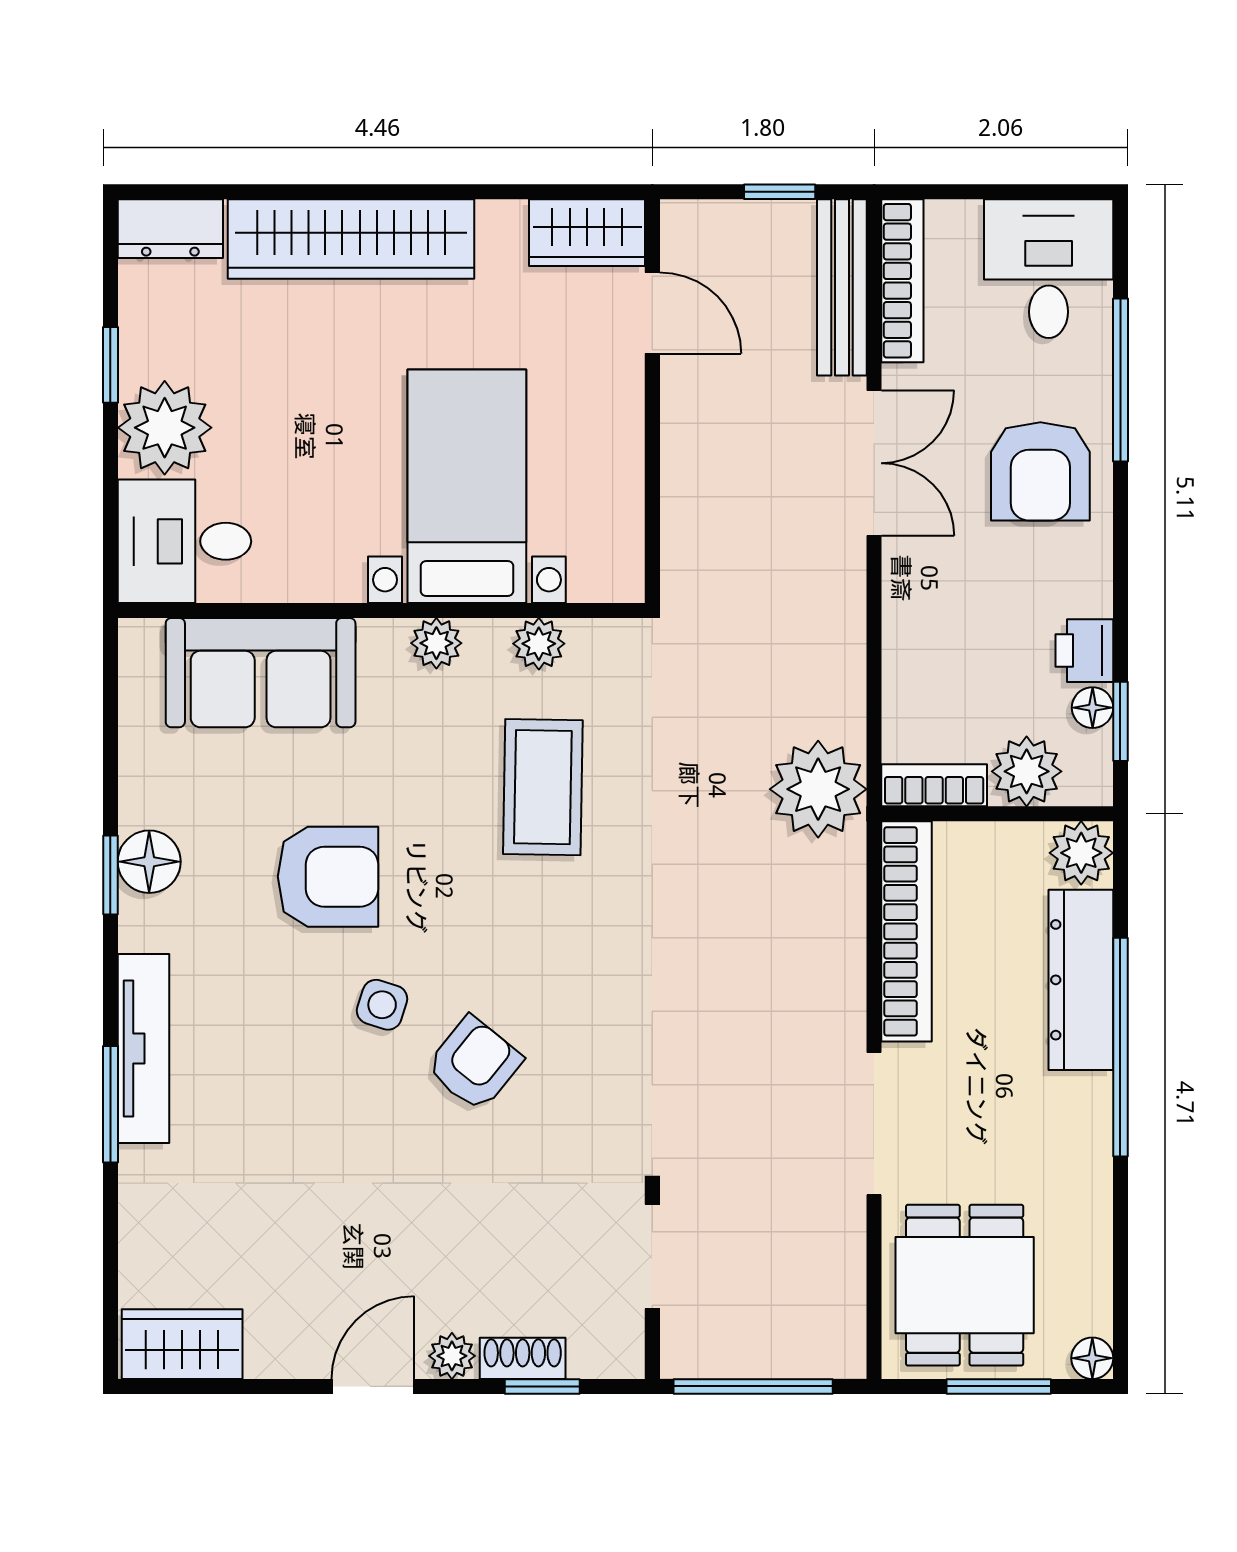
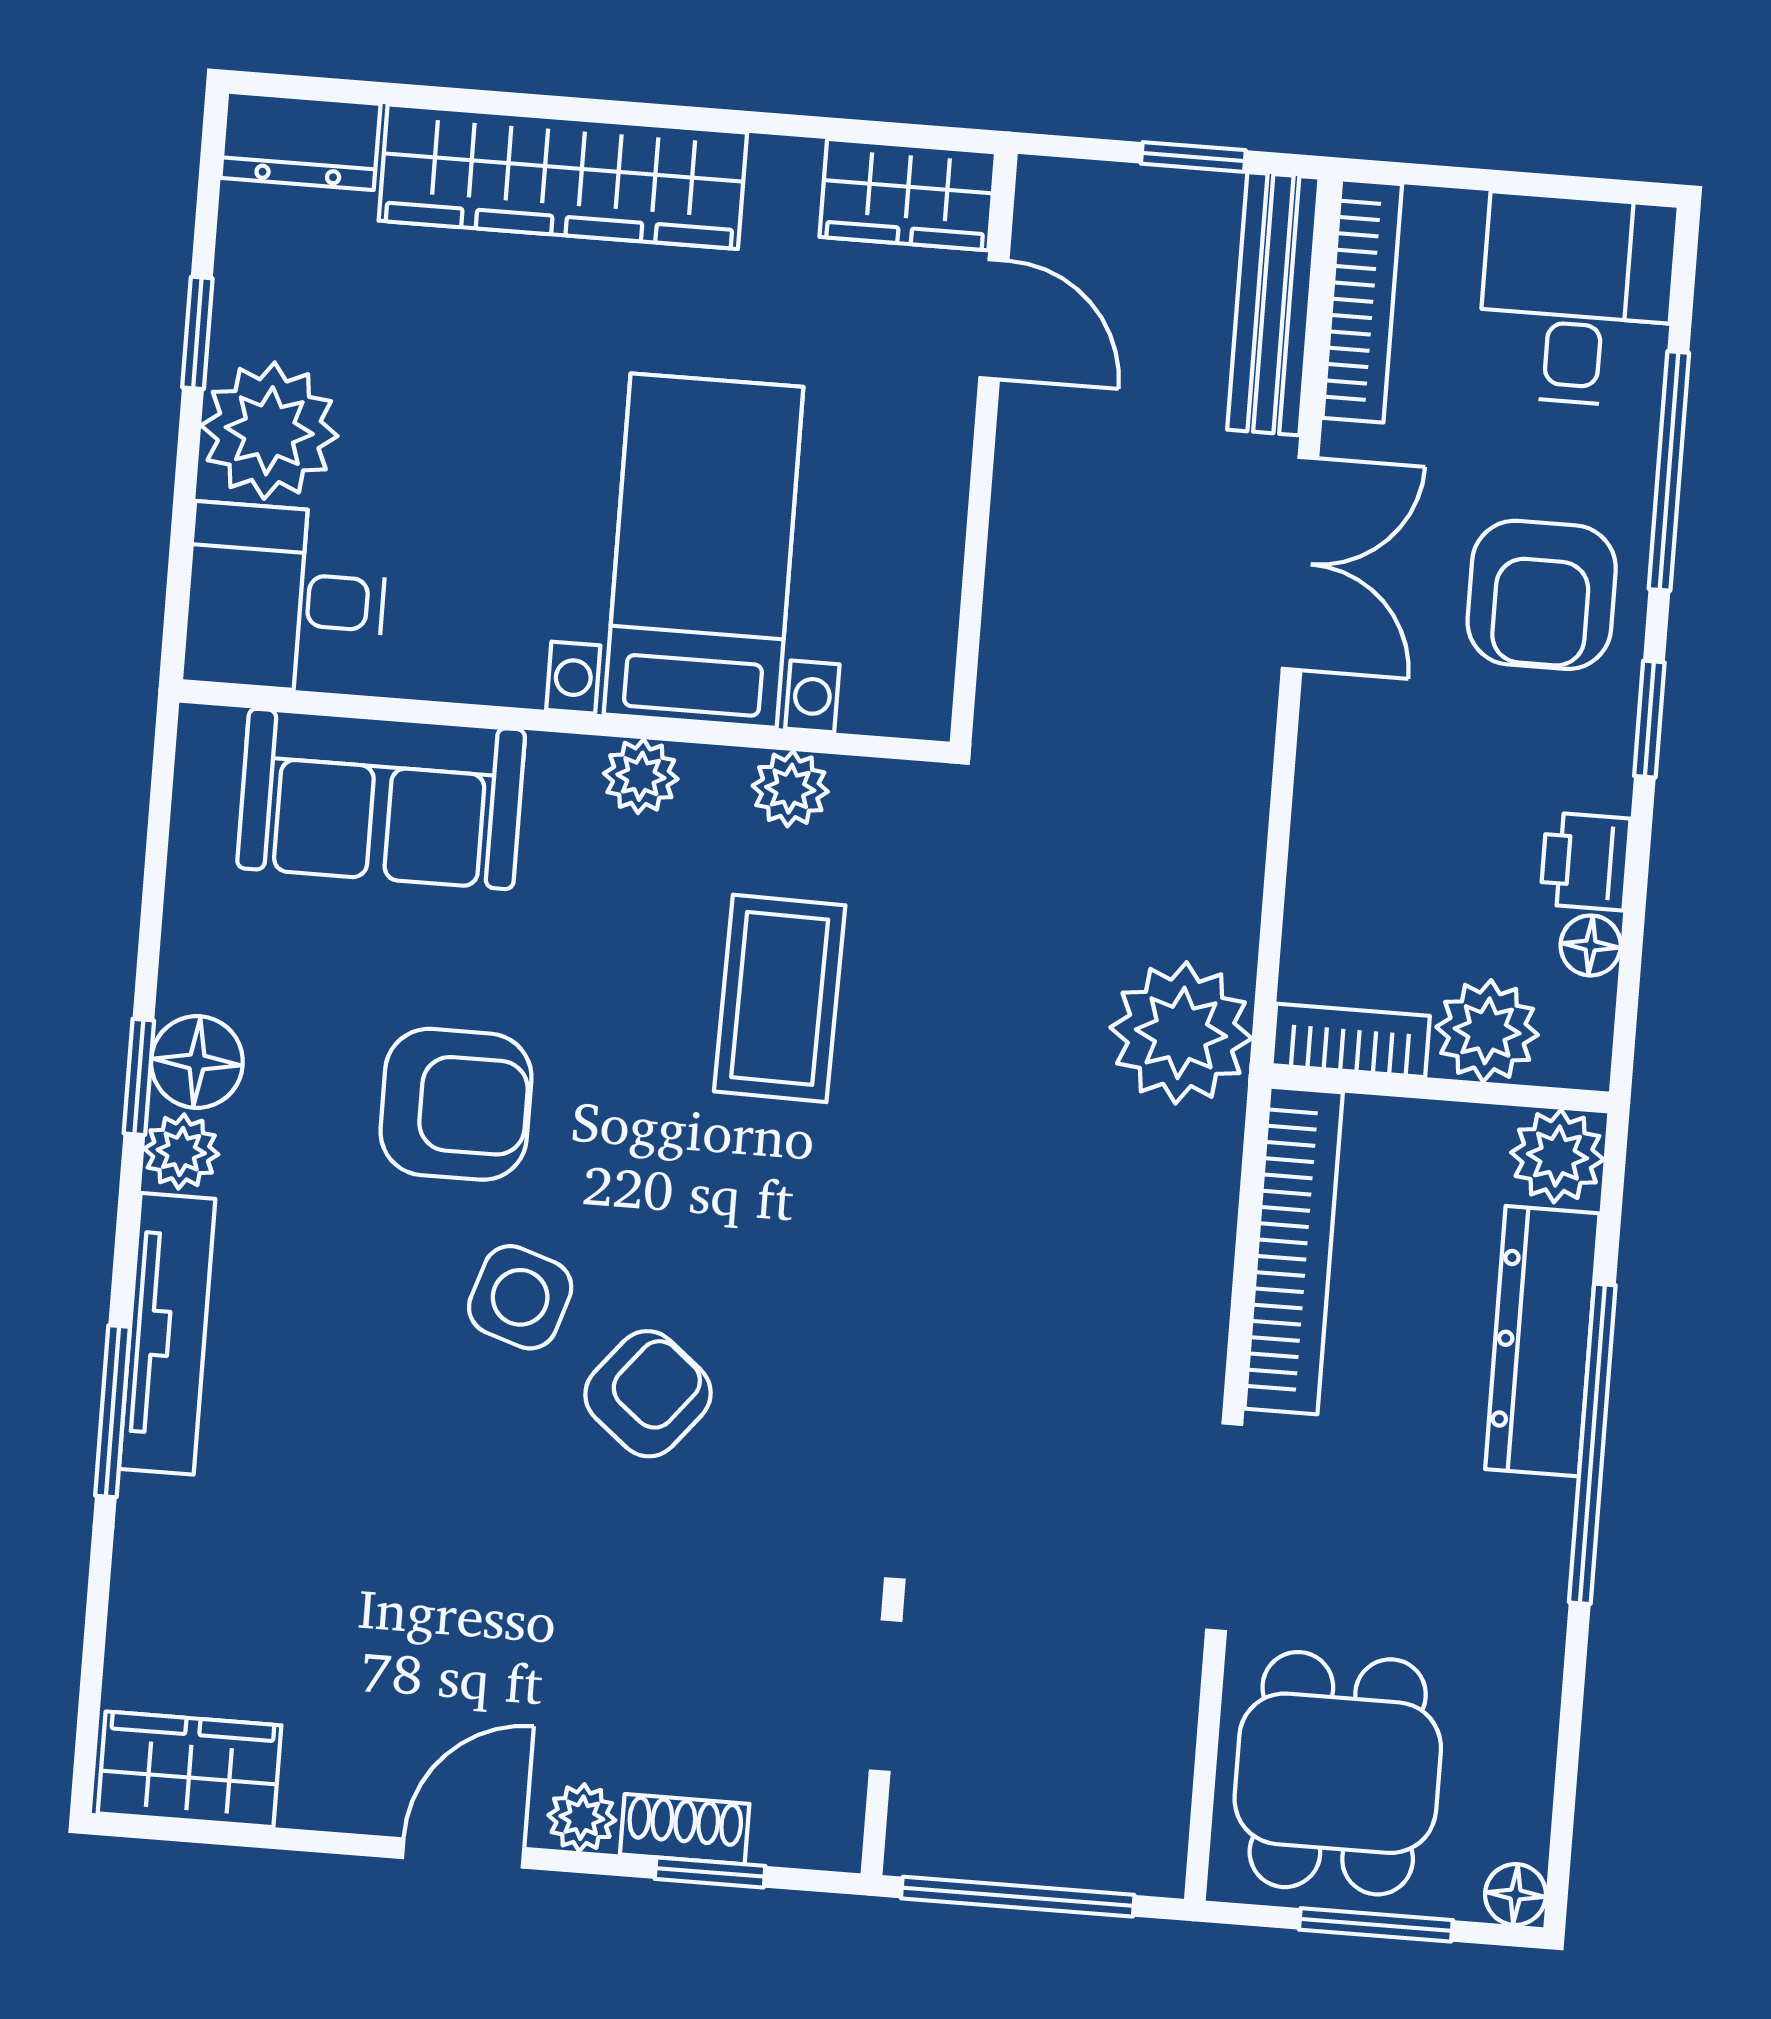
window: (1120, 721) -> (1649, 719), moved
plant: (143, 924) -> (181, 1151), added
side table: (382, 1005) -> (520, 1297), width x1.37, depth x1.37

